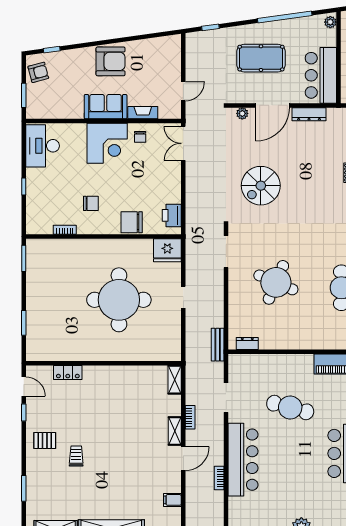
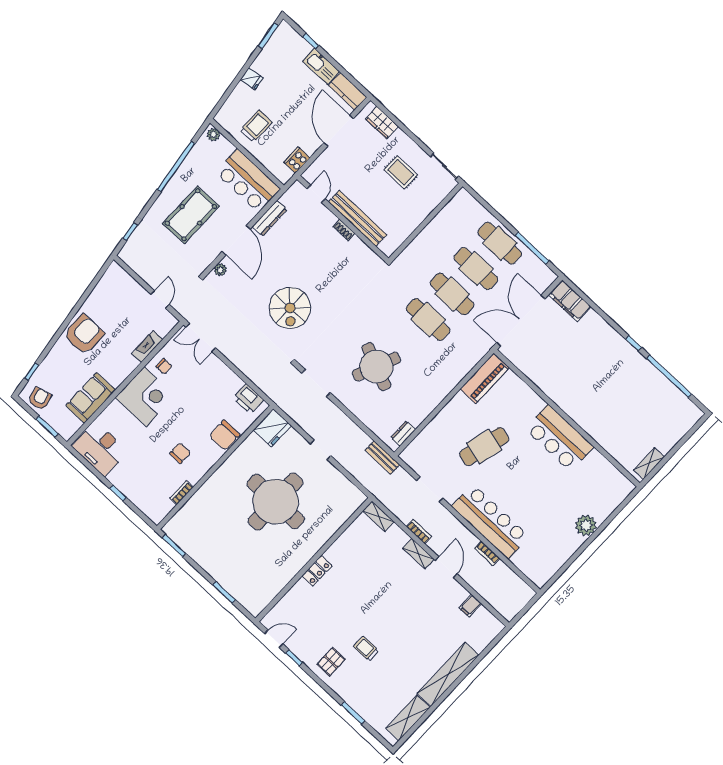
sofa: (106, 107) -> (91, 398), moved
locker: (68, 373) -> (317, 571), moved

